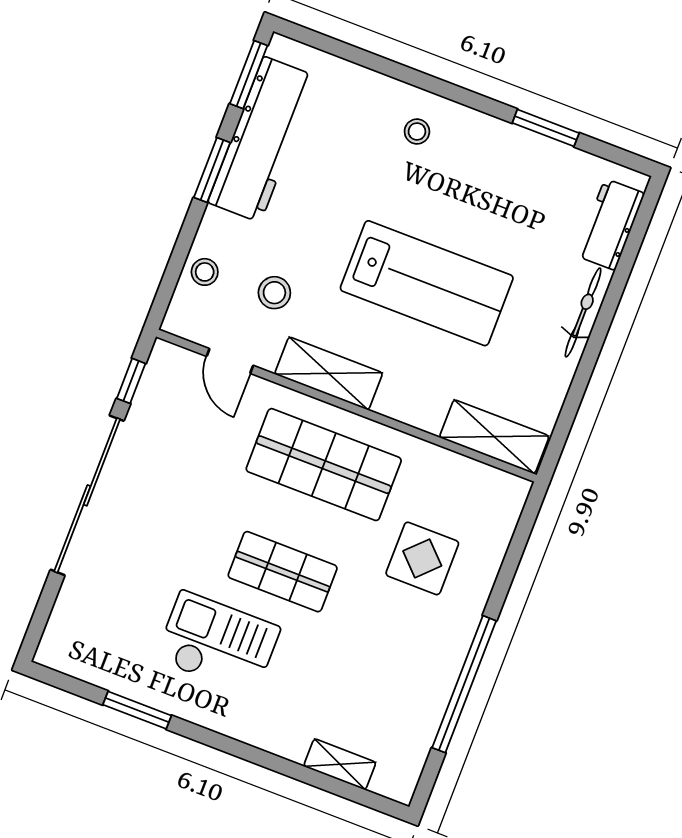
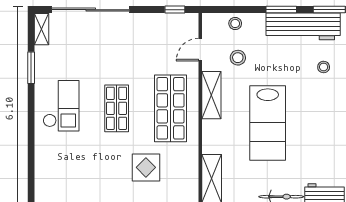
stool: (417, 131) -> (324, 67), moved
sliding door: (87, 495) -> (91, 10), moved
checkout: (218, 643) -> (61, 106), moved
shelving: (340, 764) -> (42, 29), moved

